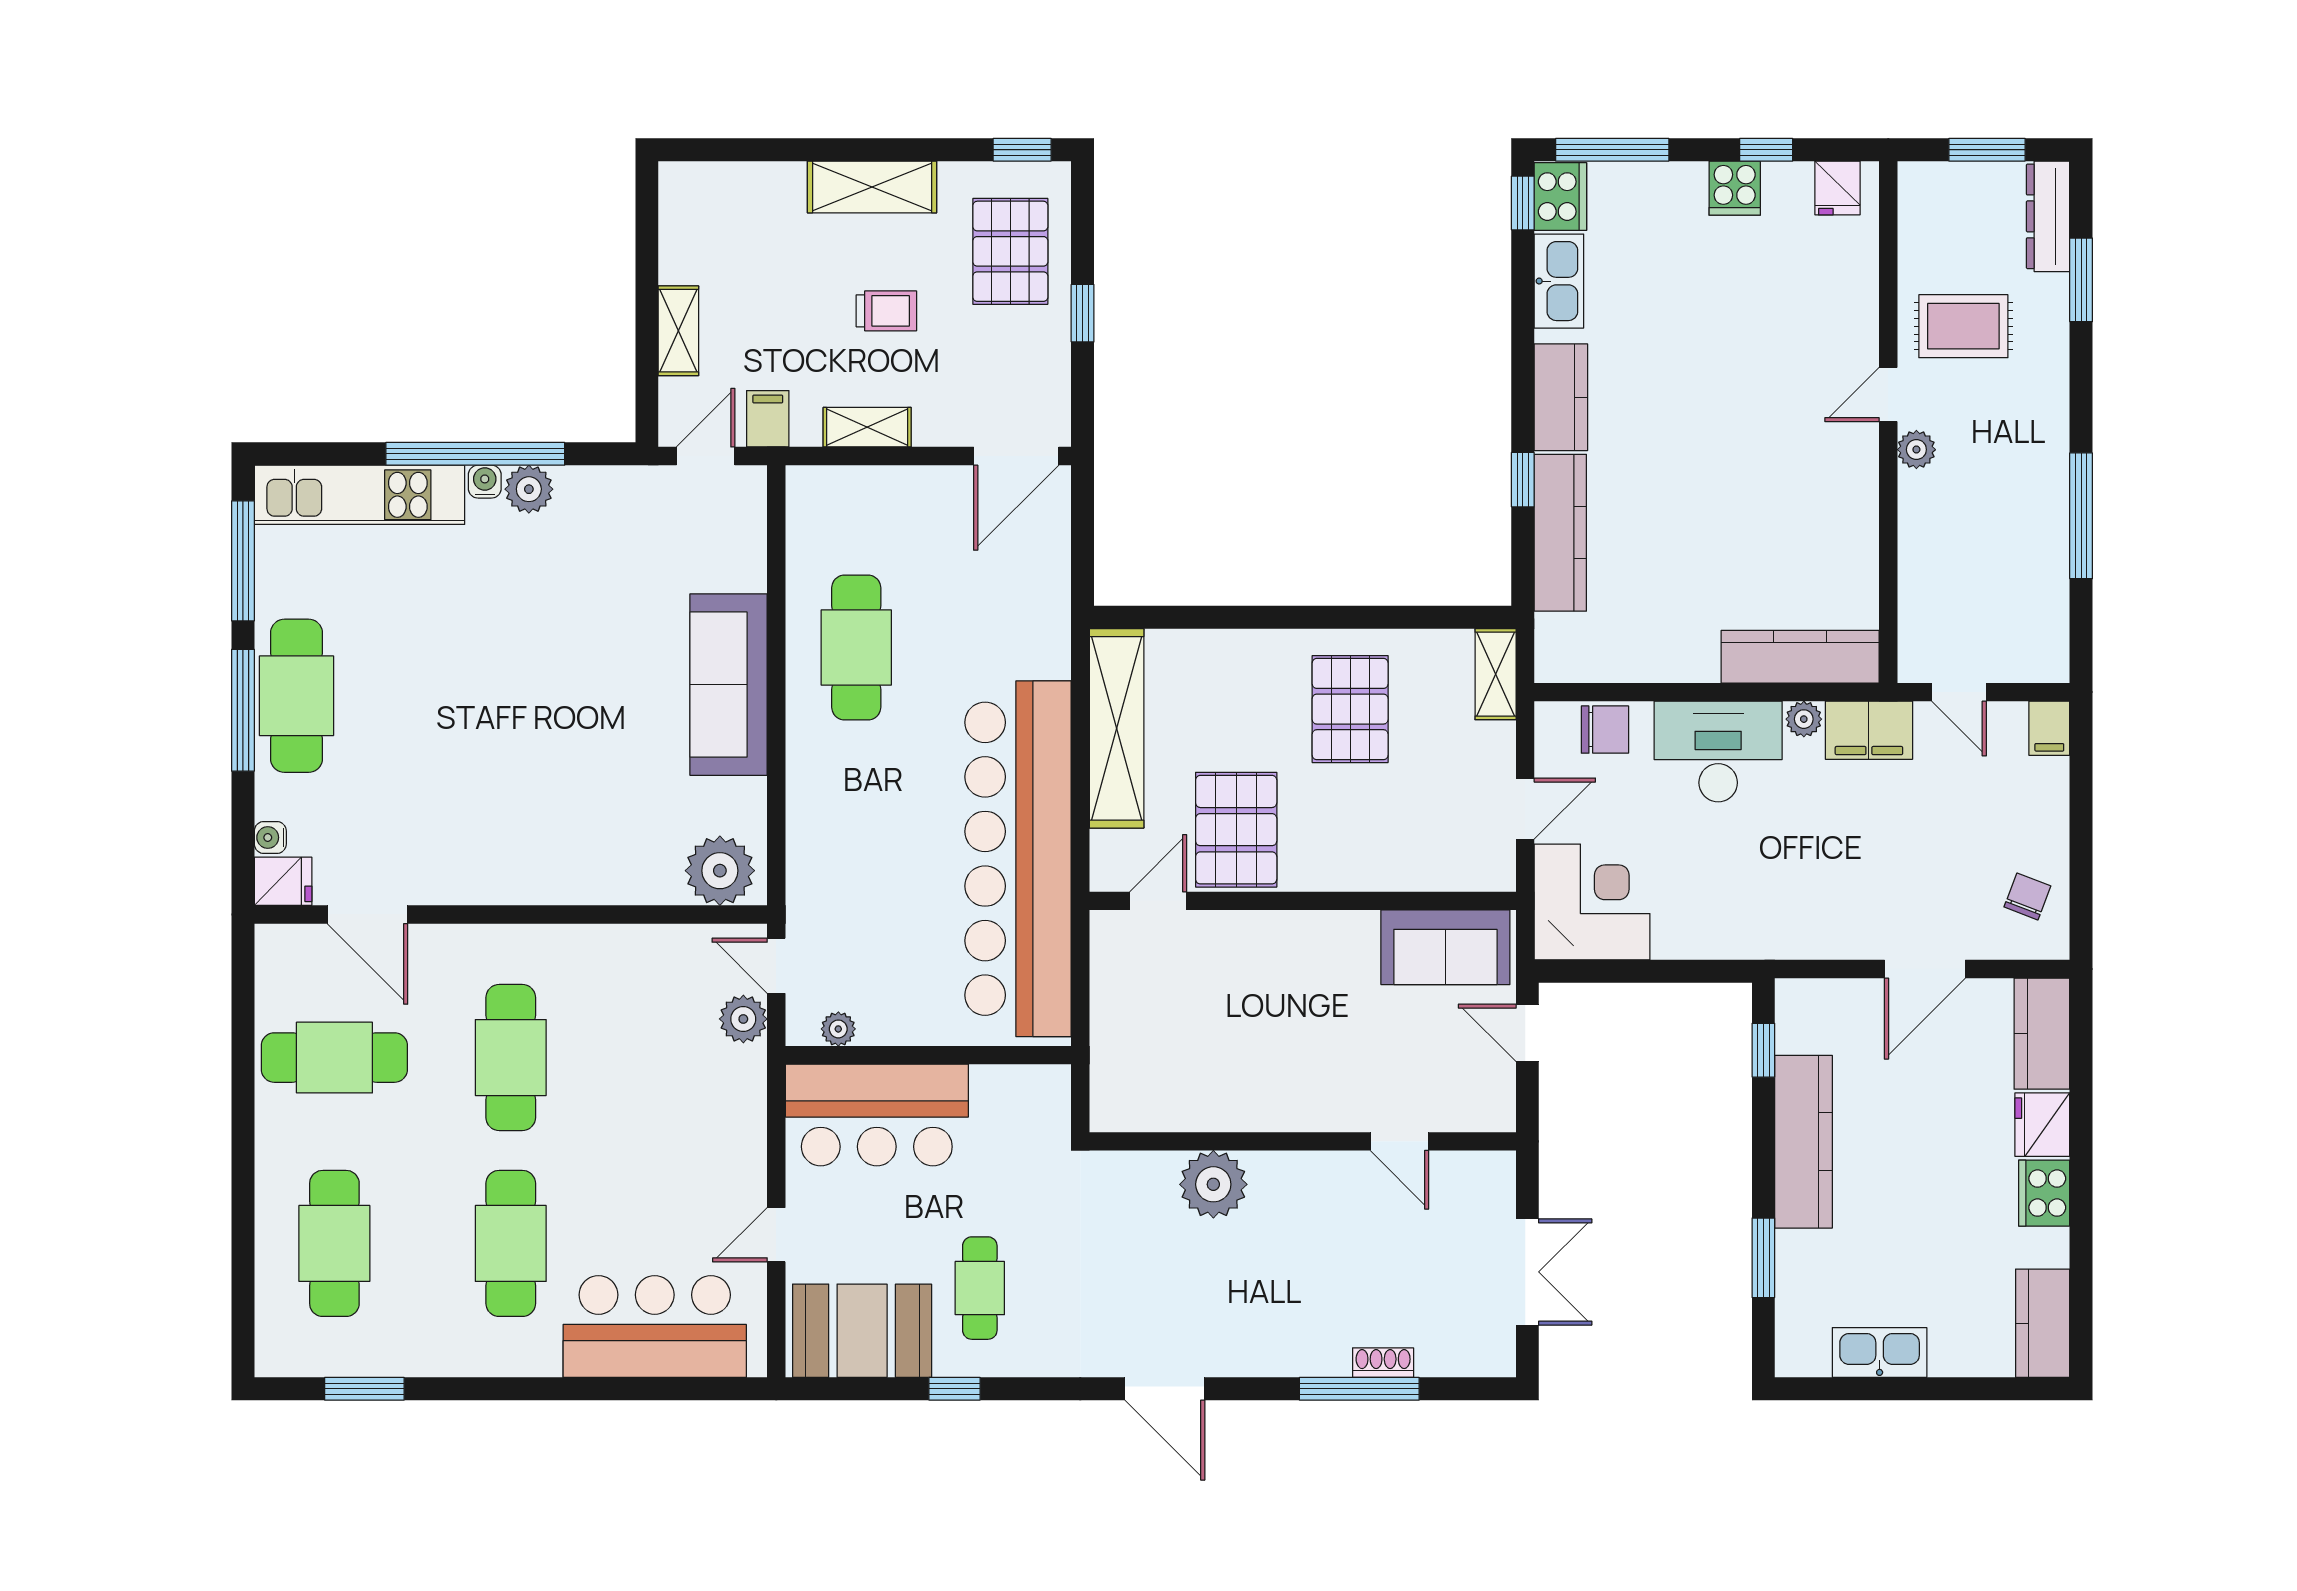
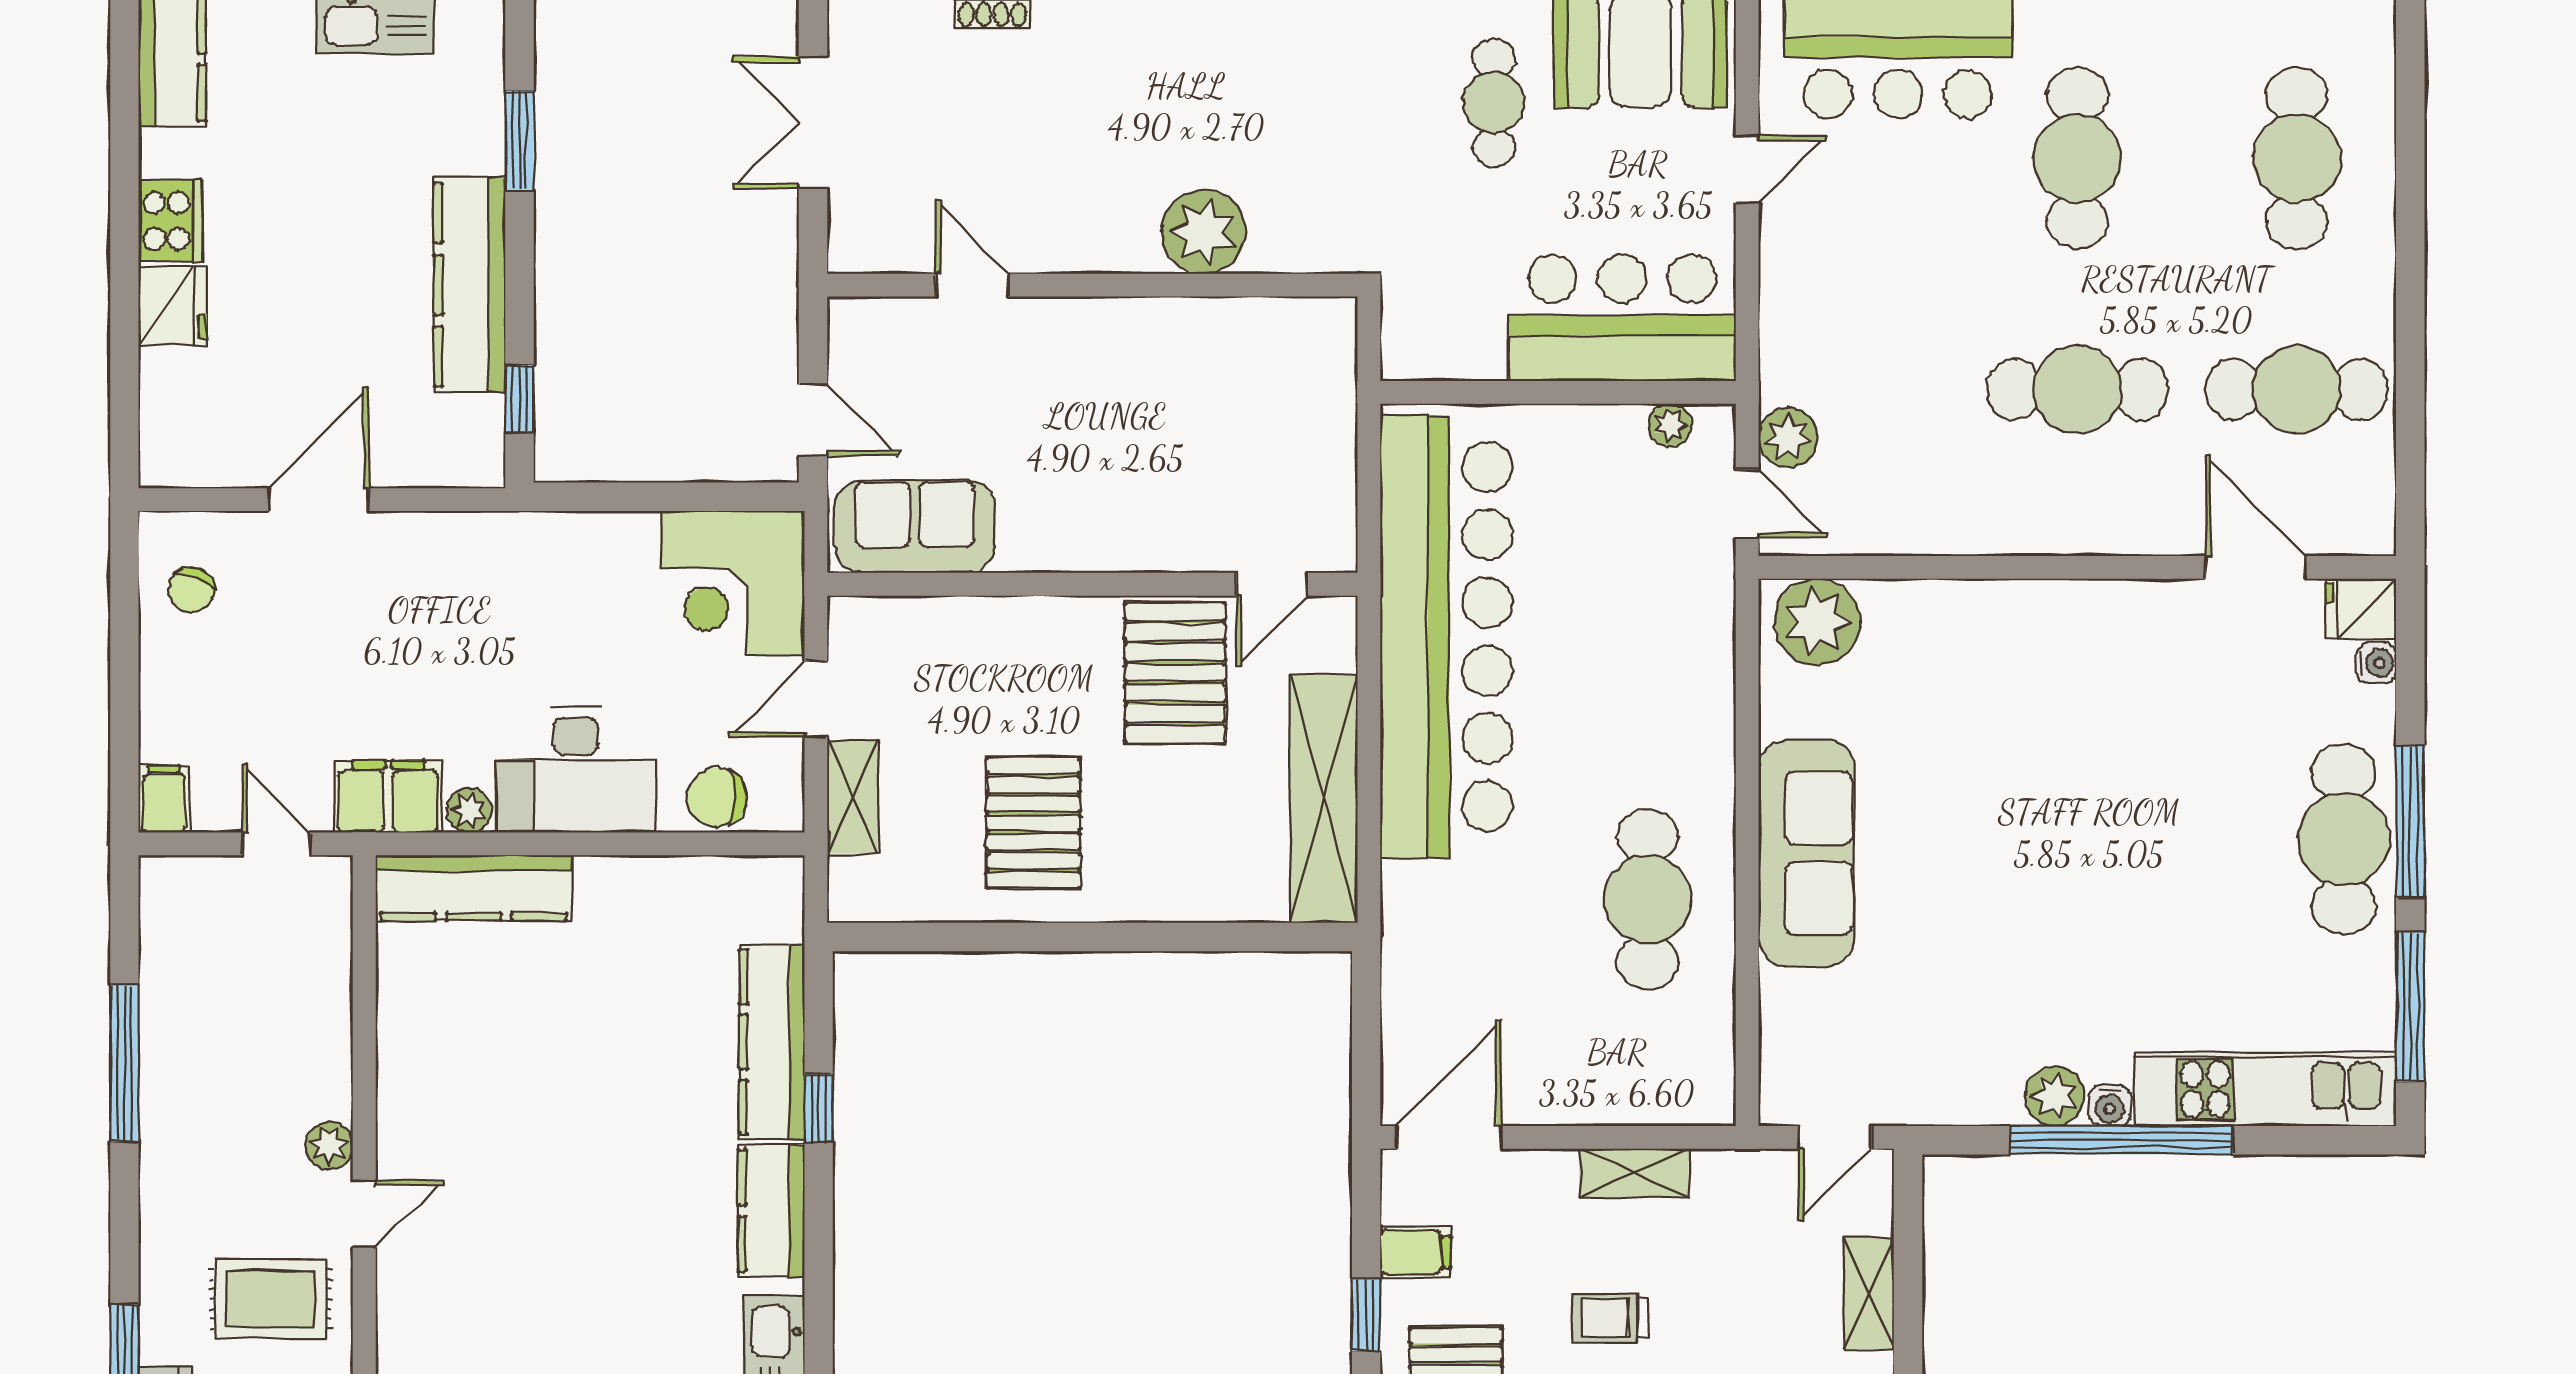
filing cabinet: (768, 419) -> (1415, 1252), moved, turned -90
shelving: (1496, 674) -> (853, 797), moved
kitchen counter: (2042, 1034) -> (173, 419), removed
cafe table: (511, 1058) -> (2077, 389), turned 90

